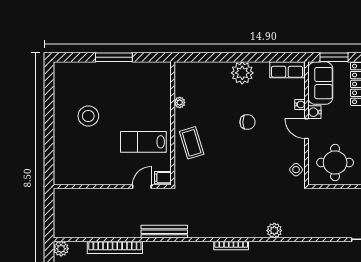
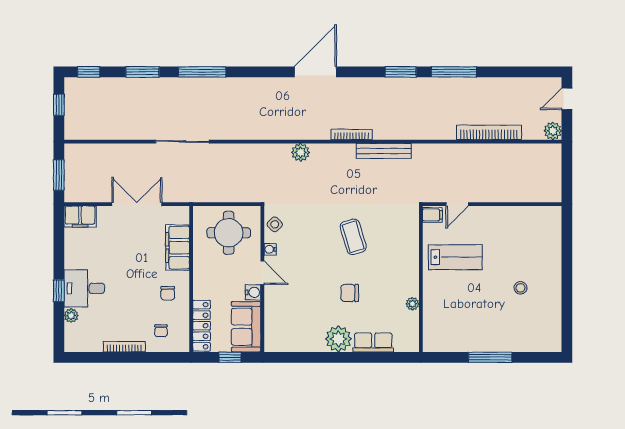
window: (334, 57) -> (230, 357), width x0.67
row of seats: (287, 70) -> (373, 342), moved
water cooler: (300, 105) -> (270, 249), moved
stool: (88, 116) -> (520, 288), width x0.53, depth x0.53
chair: (247, 122) -> (350, 293), moved
coffee table: (192, 143) -> (353, 237), moved
bench: (164, 232) -> (384, 151), moved

